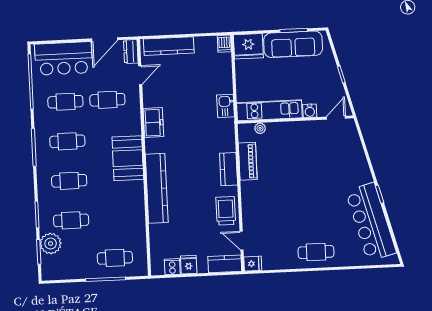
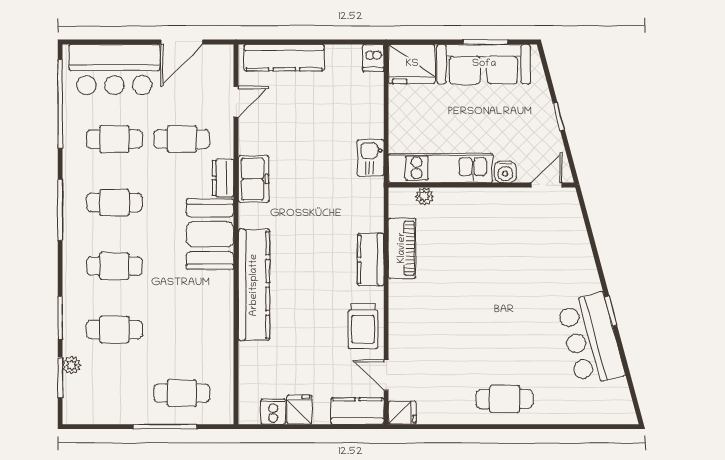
dresser: (131, 51) -> (223, 178), moved
trolley: (226, 211) -> (363, 326), turned 180
bar counter: (371, 222) -> (591, 339), width x0.73
plant: (51, 244) -> (72, 365), width x0.53, depth x0.53

